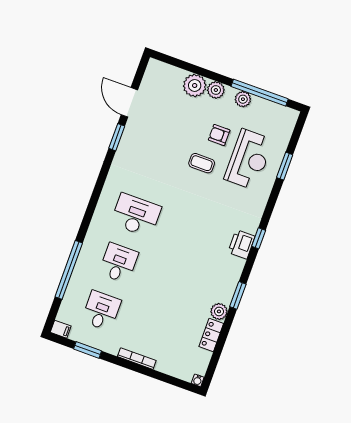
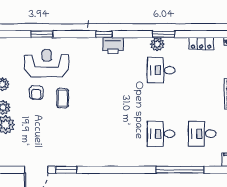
desk: (136, 215) -> (161, 70), moved, width x0.73
window: (238, 295) -> (164, 34), moved
plant: (219, 311) -> (157, 44), moved
locker: (211, 335) -> (201, 44), moved

